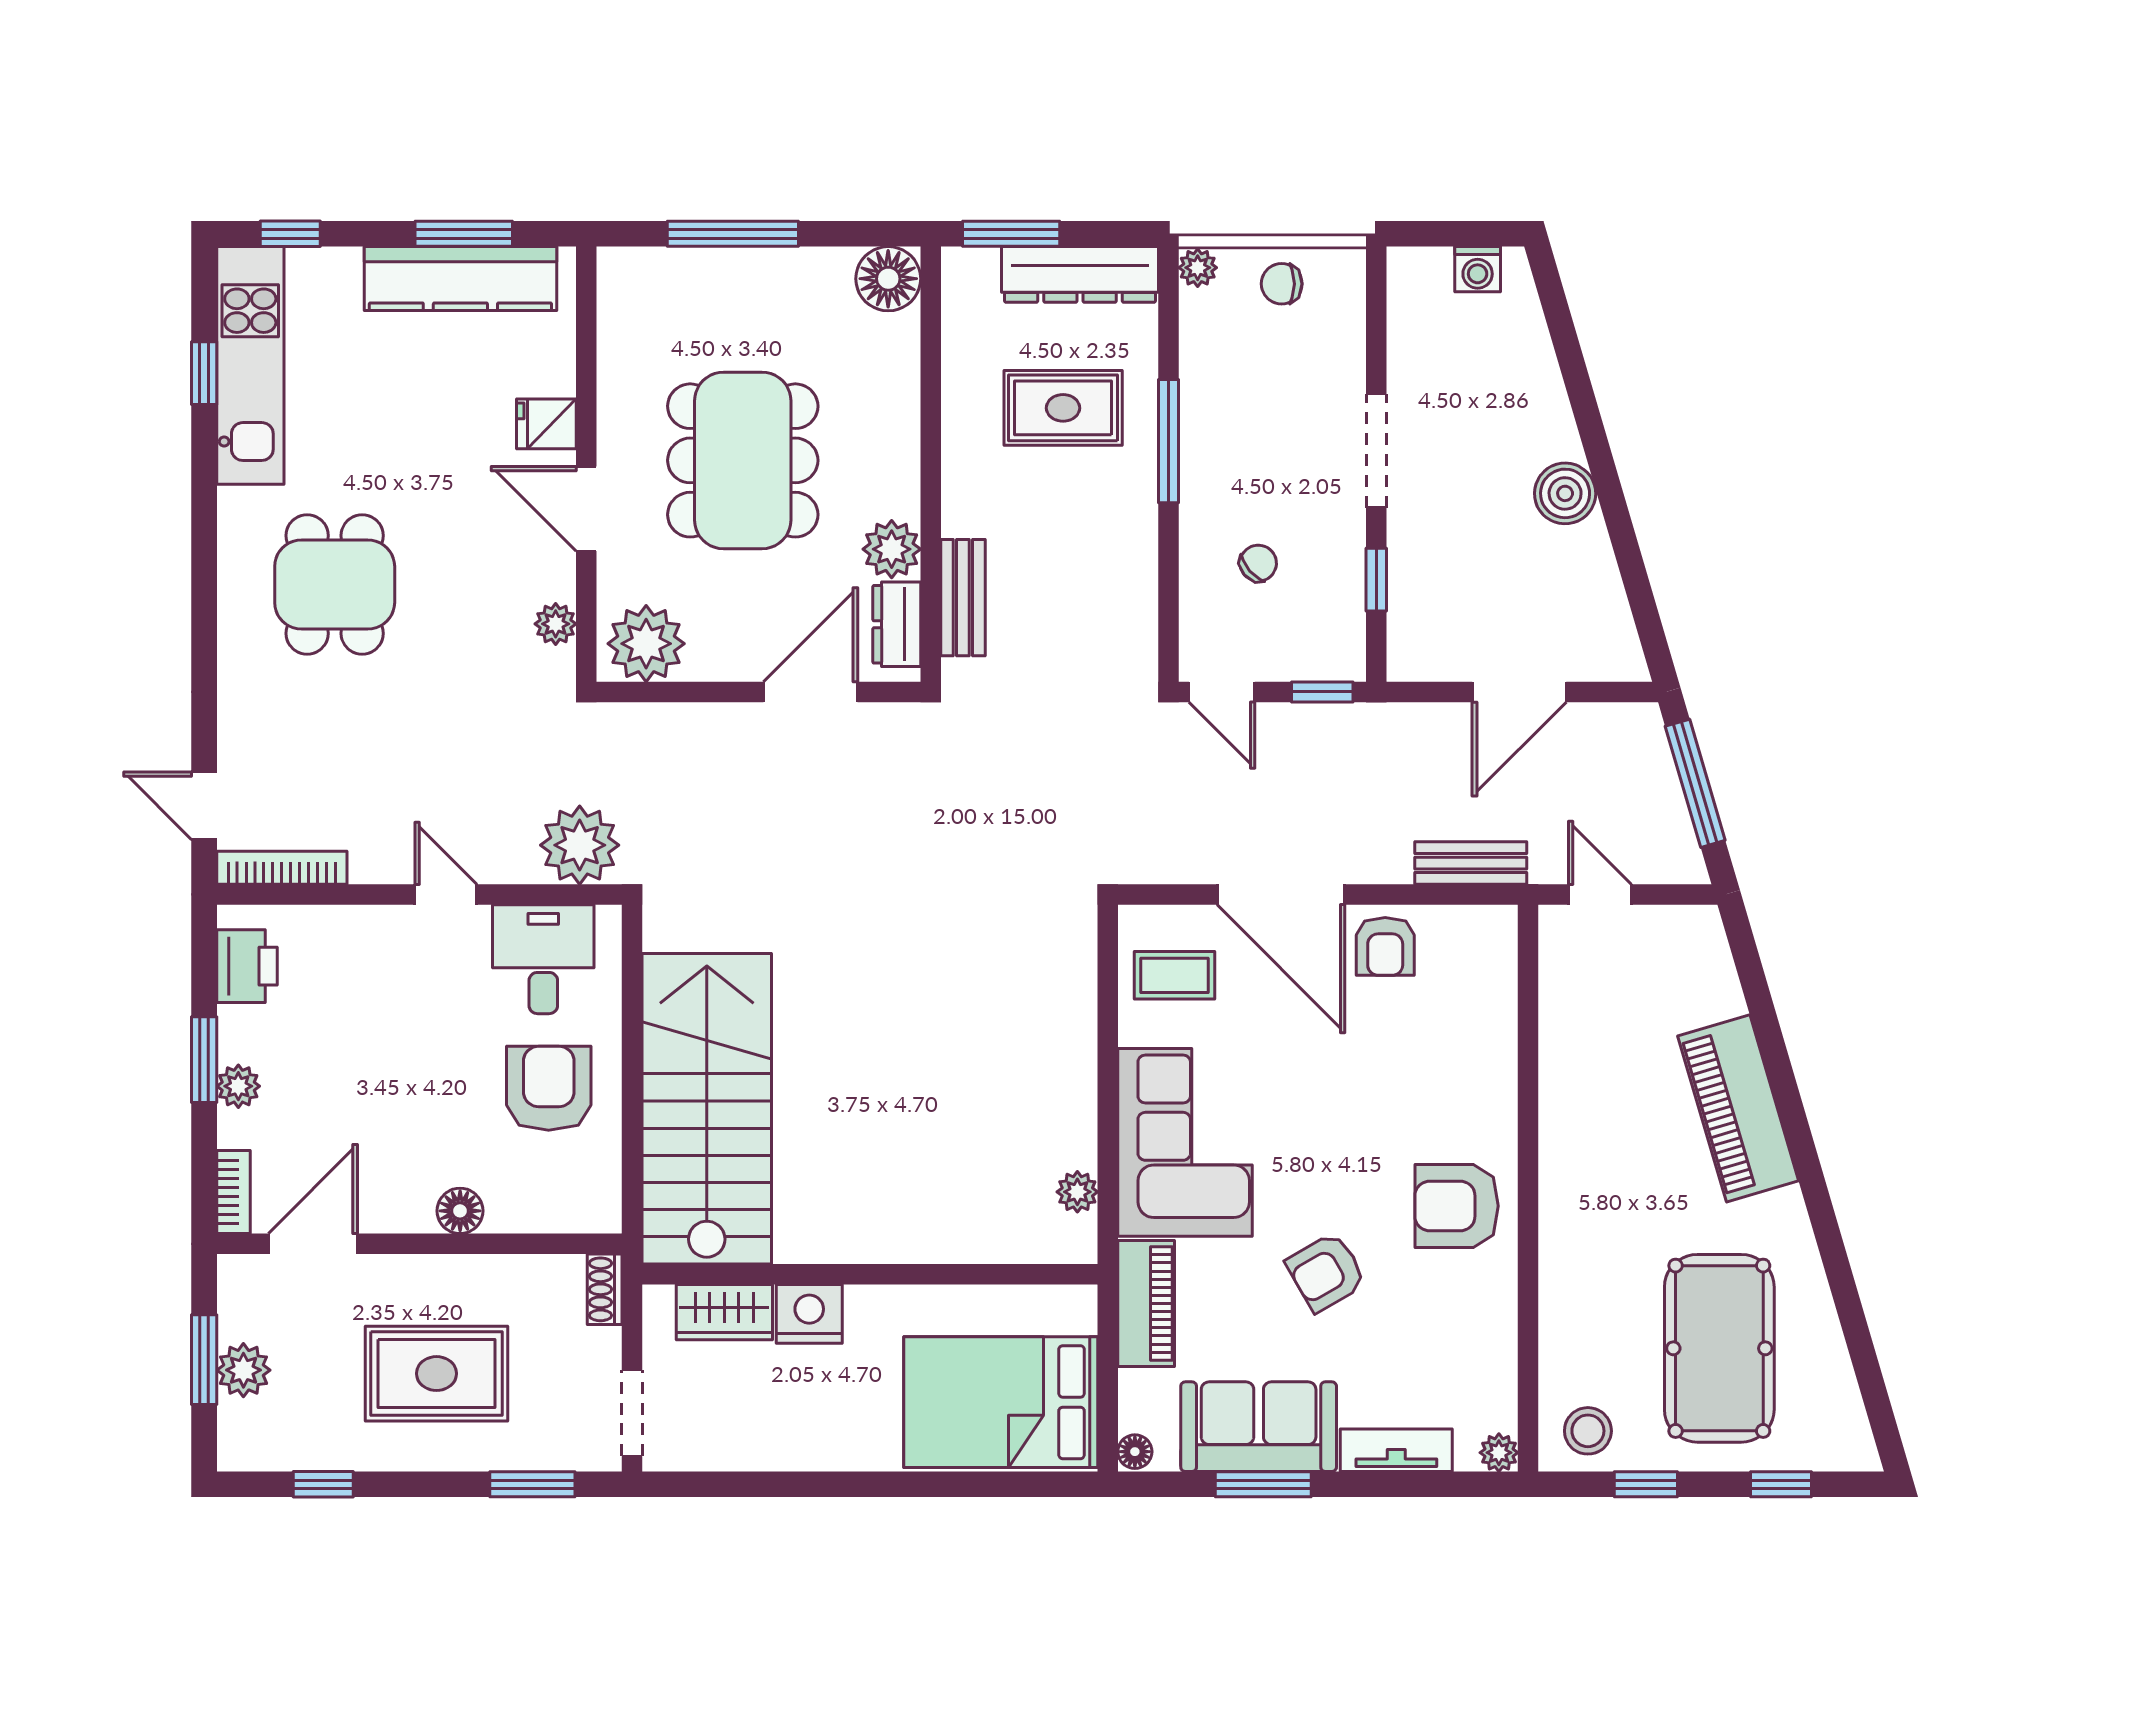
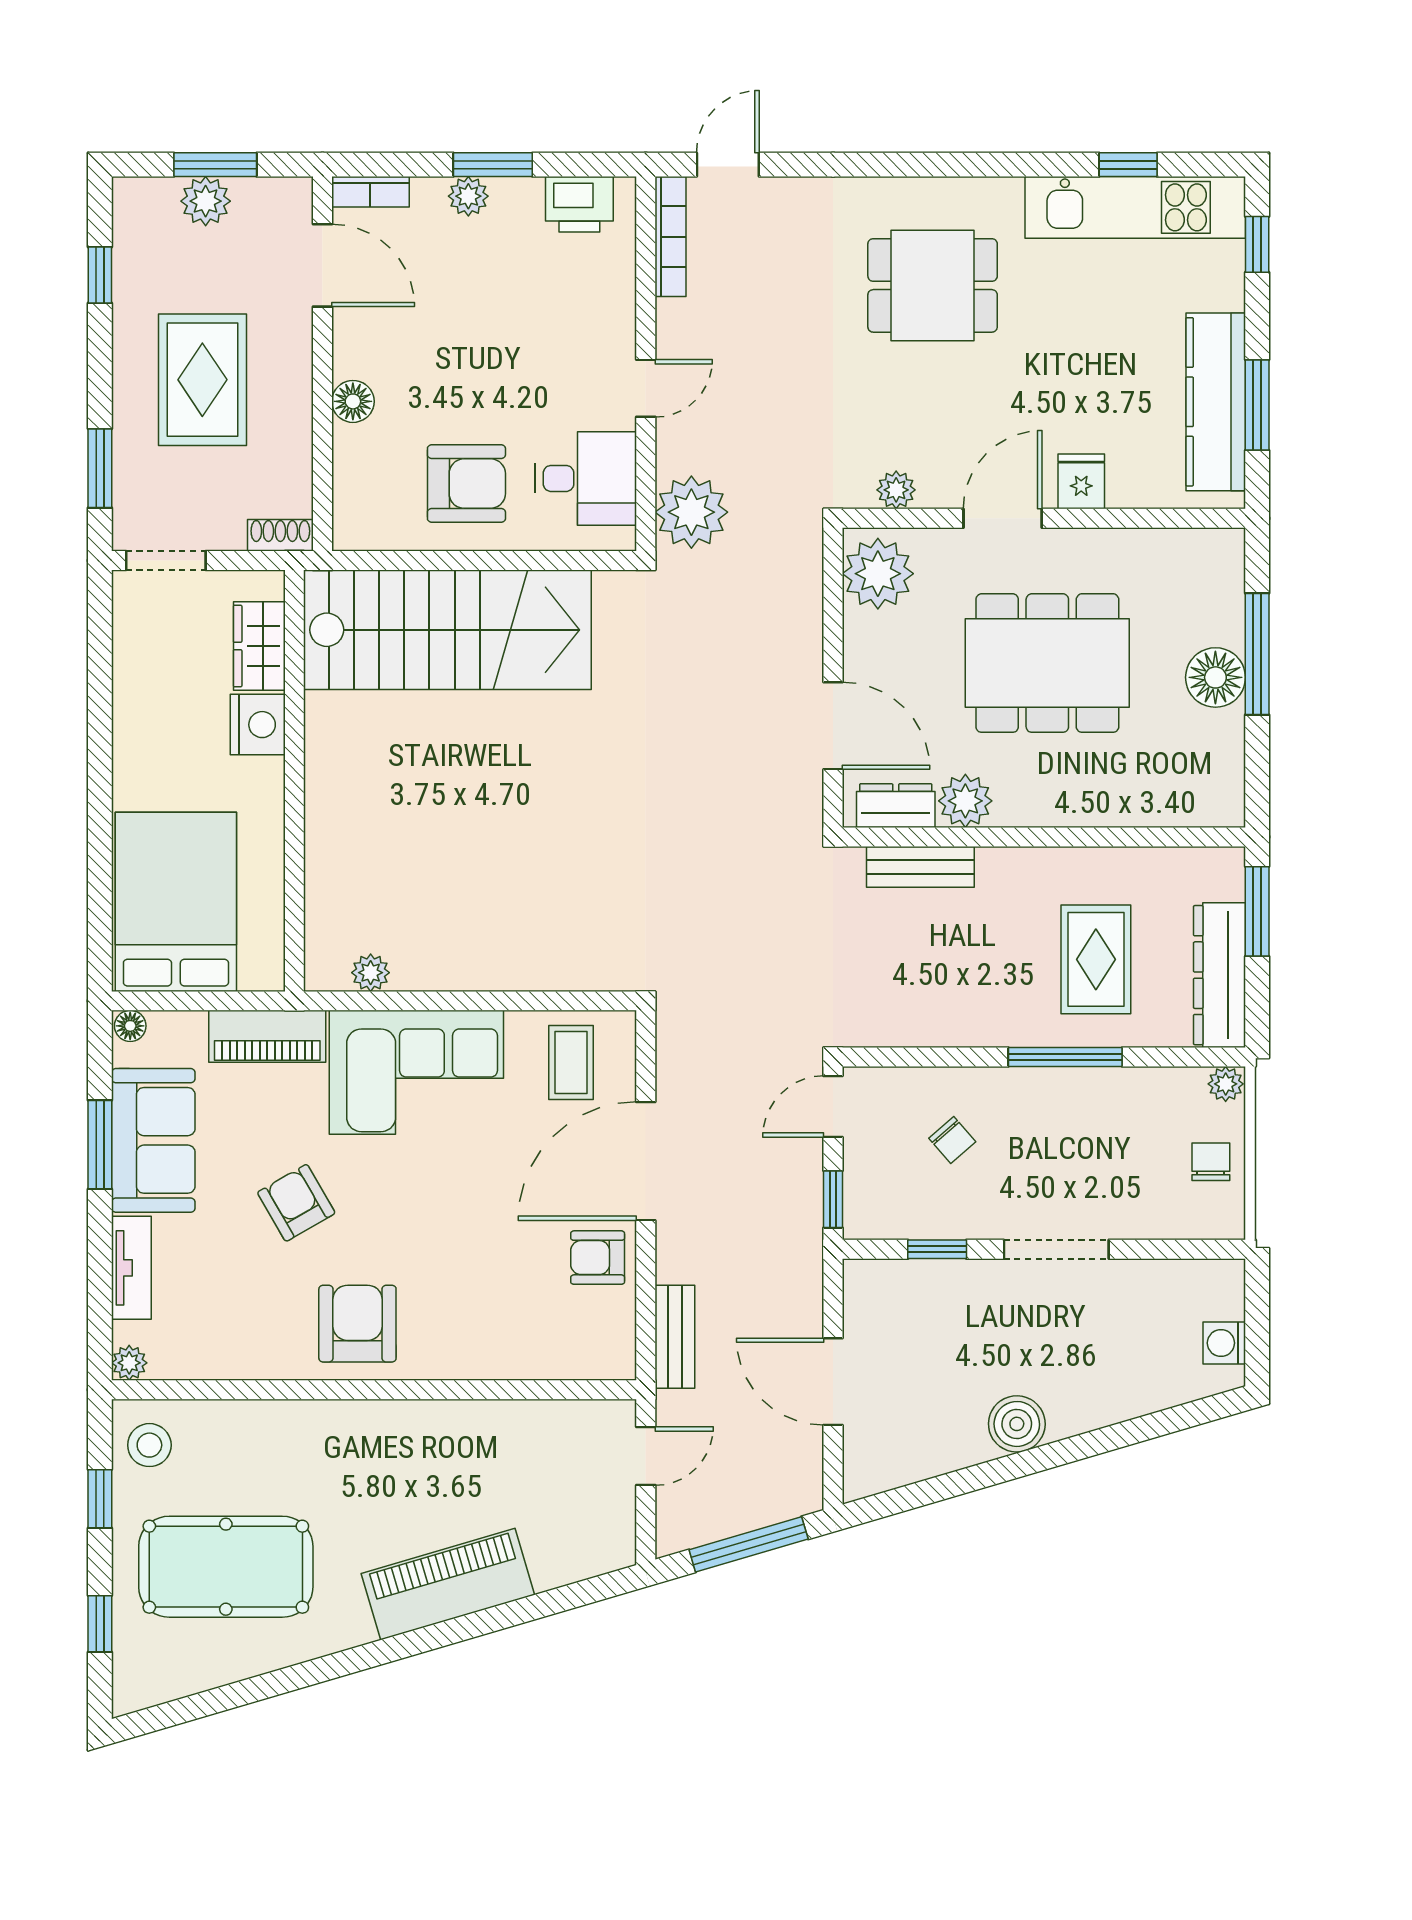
floor lamp: (888, 279) -> (1215, 677), moved

